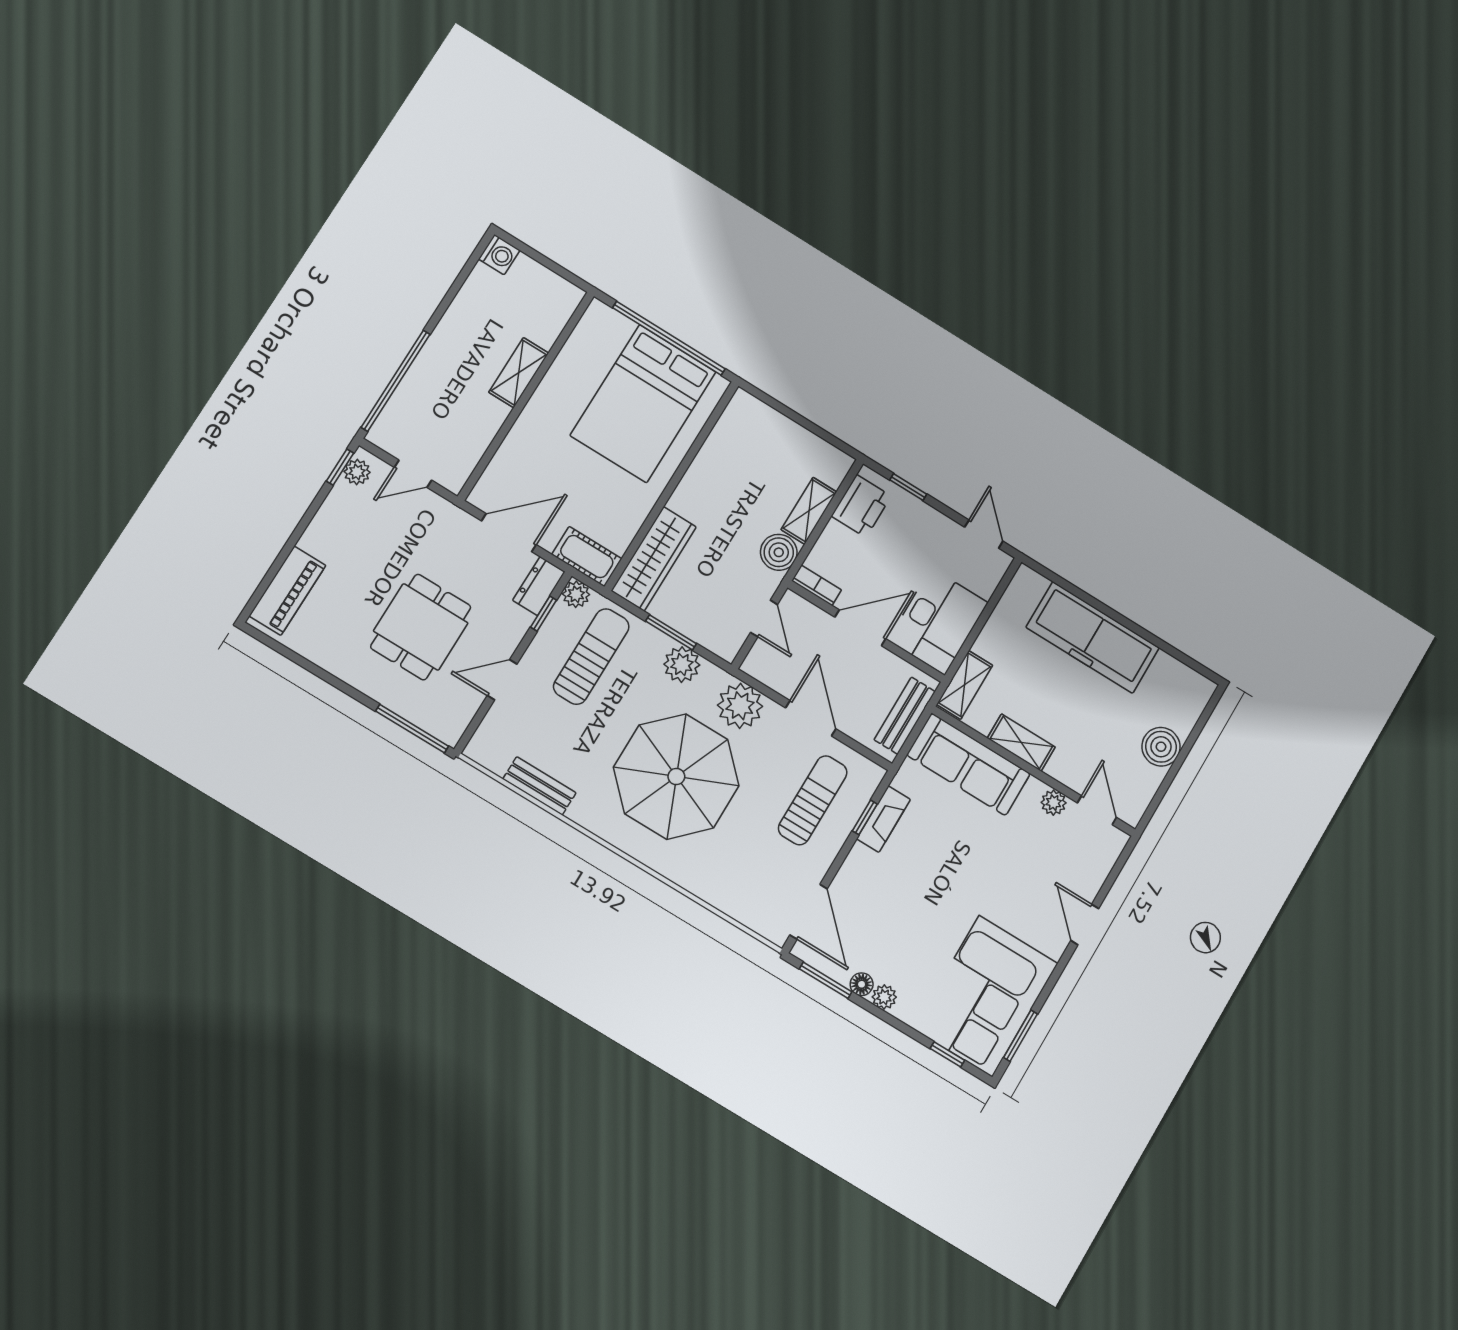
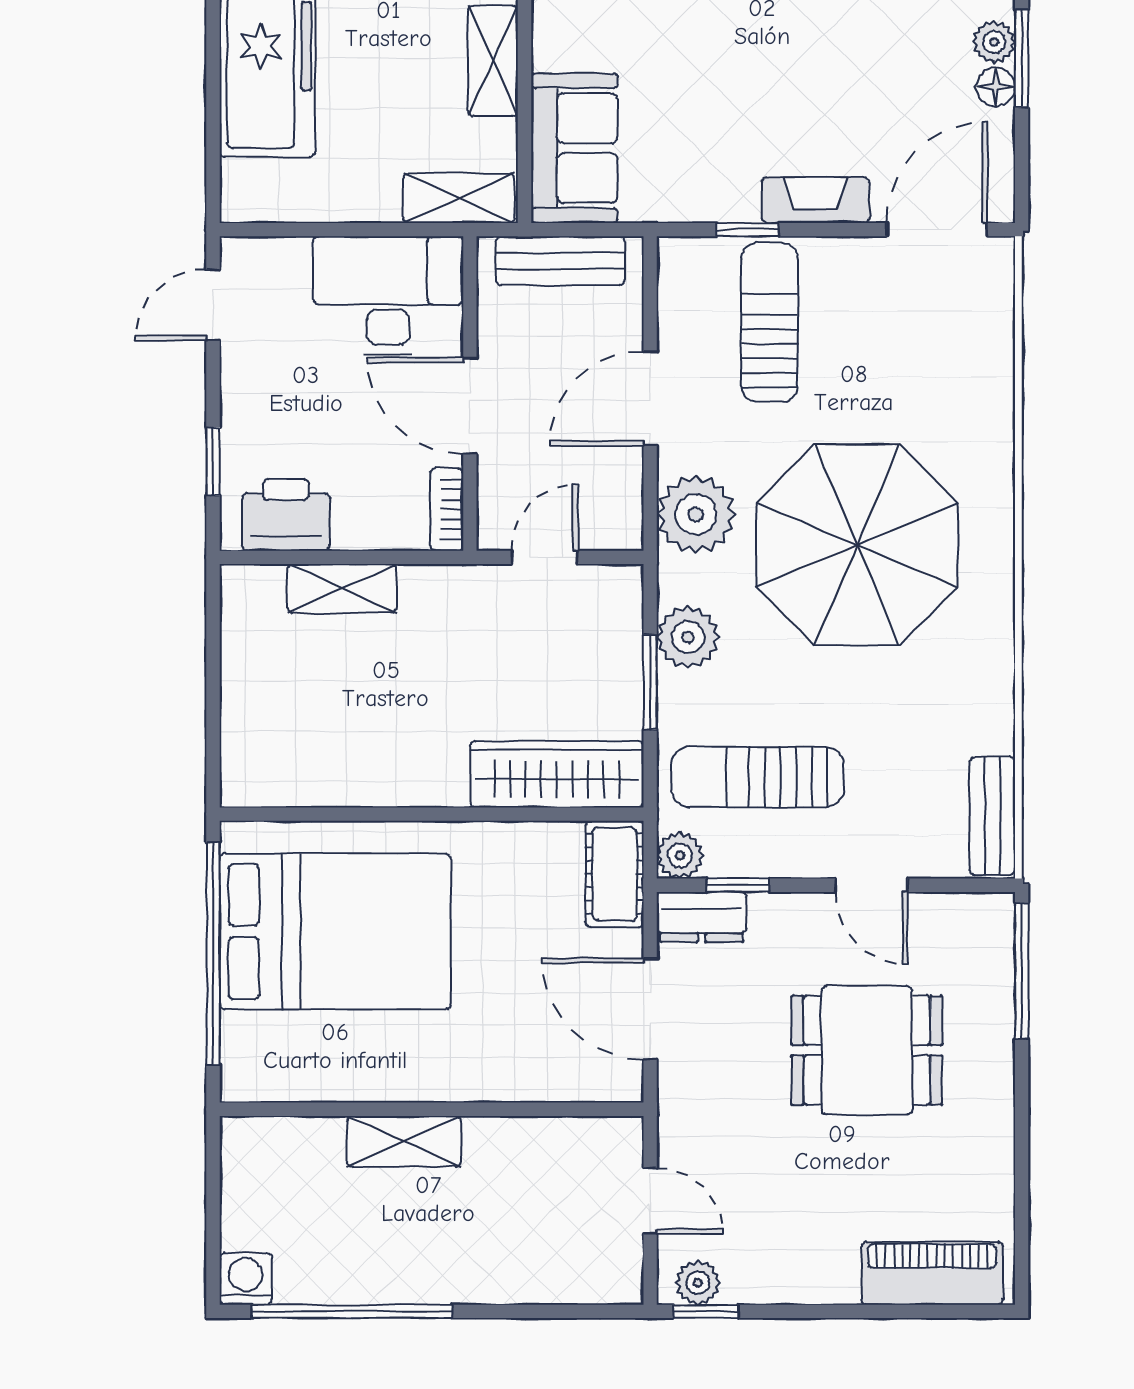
window: (396, 381) -> (352, 1311), moved
boiler: (779, 552) -> (432, 596), removed
sofa: (969, 764) -> (574, 148), width x0.73
bench: (539, 786) -> (992, 816), moved
sun lounger: (813, 800) -> (770, 322), turned 90
fireplace: (884, 819) -> (816, 200), moved
window: (826, 980) -> (1022, 59), moved

